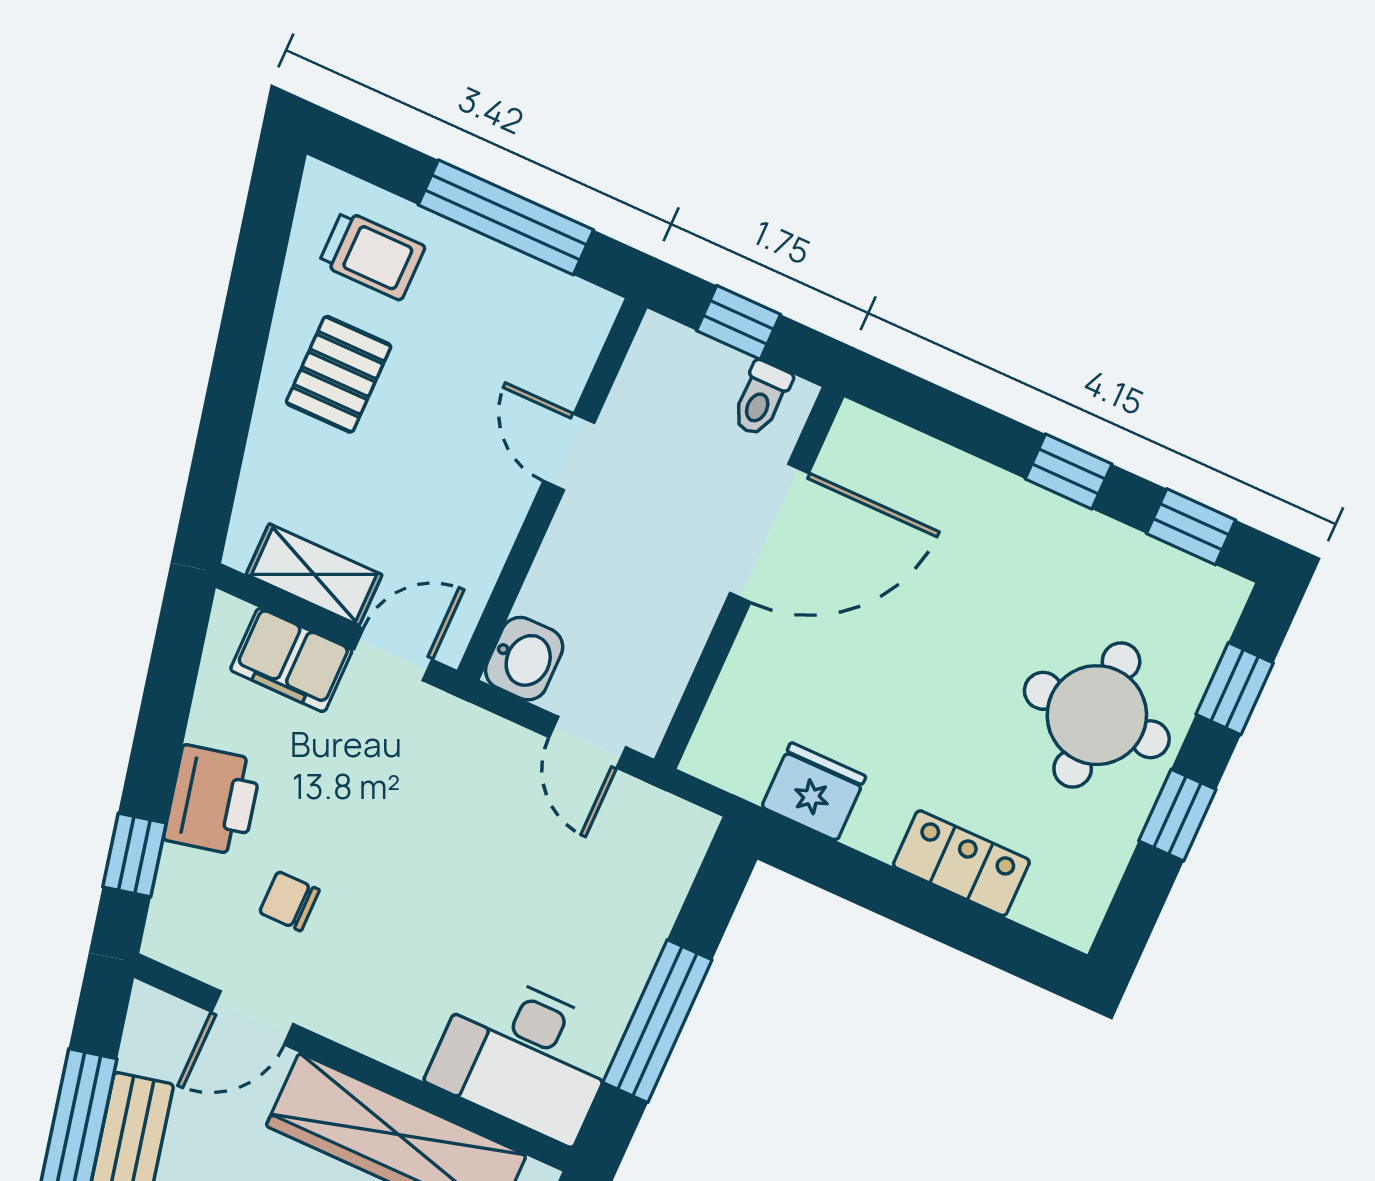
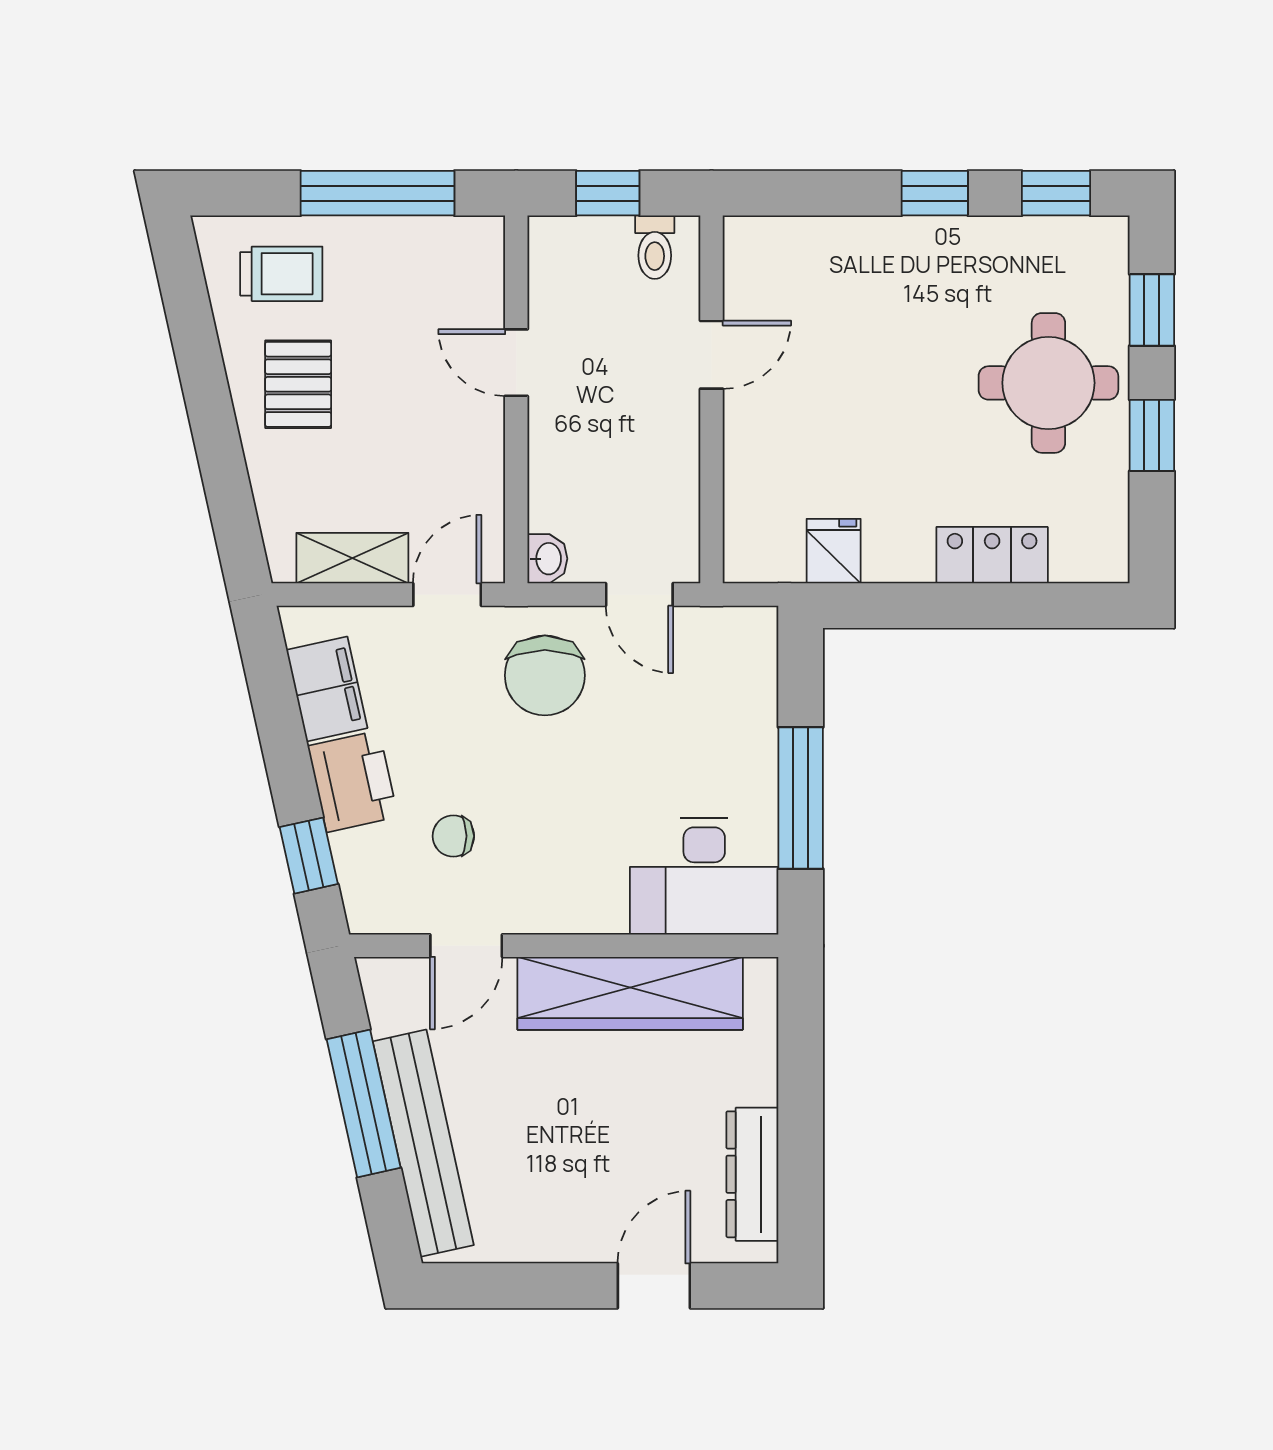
door: (769, 533) -> (711, 355), width x0.53
washbasin: (524, 659) -> (547, 559), width x0.72, depth x0.69
filing cabinet: (291, 660) -> (327, 689), moved, turned -102
chair: (455, 781) -> (545, 675), added
fridge: (814, 792) -> (834, 551), width x0.72

